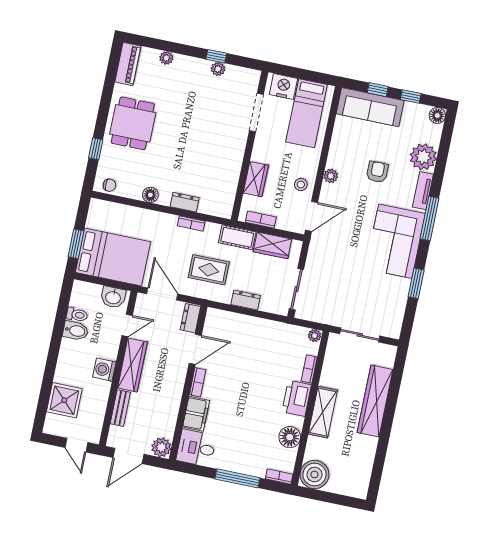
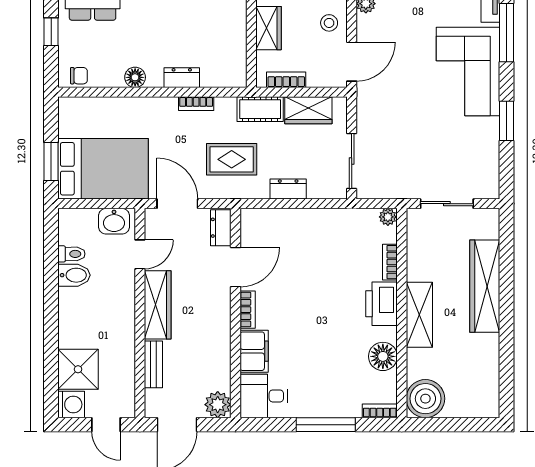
washing machine: (104, 370) -> (71, 404), moved, turned 180

